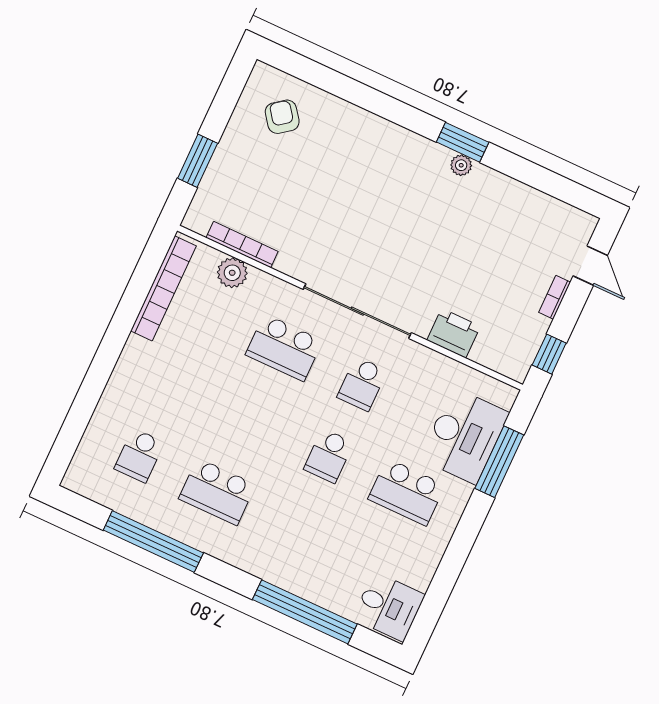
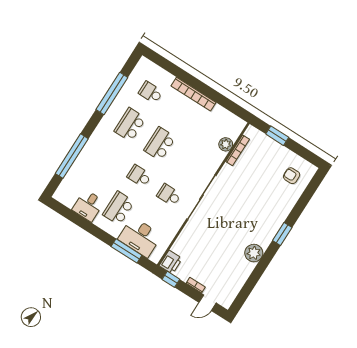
armchair: (282, 117) -> (292, 176), turned -143
window: (463, 142) -> (282, 234), moved
plant: (461, 165) -> (254, 253), width x1.87, depth x1.87
bookcase: (163, 288) -> (193, 94), moved
printer: (454, 333) -> (171, 262), moved
school desk: (284, 348) -> (160, 144), moved
desk: (389, 607) -> (88, 206), moved

